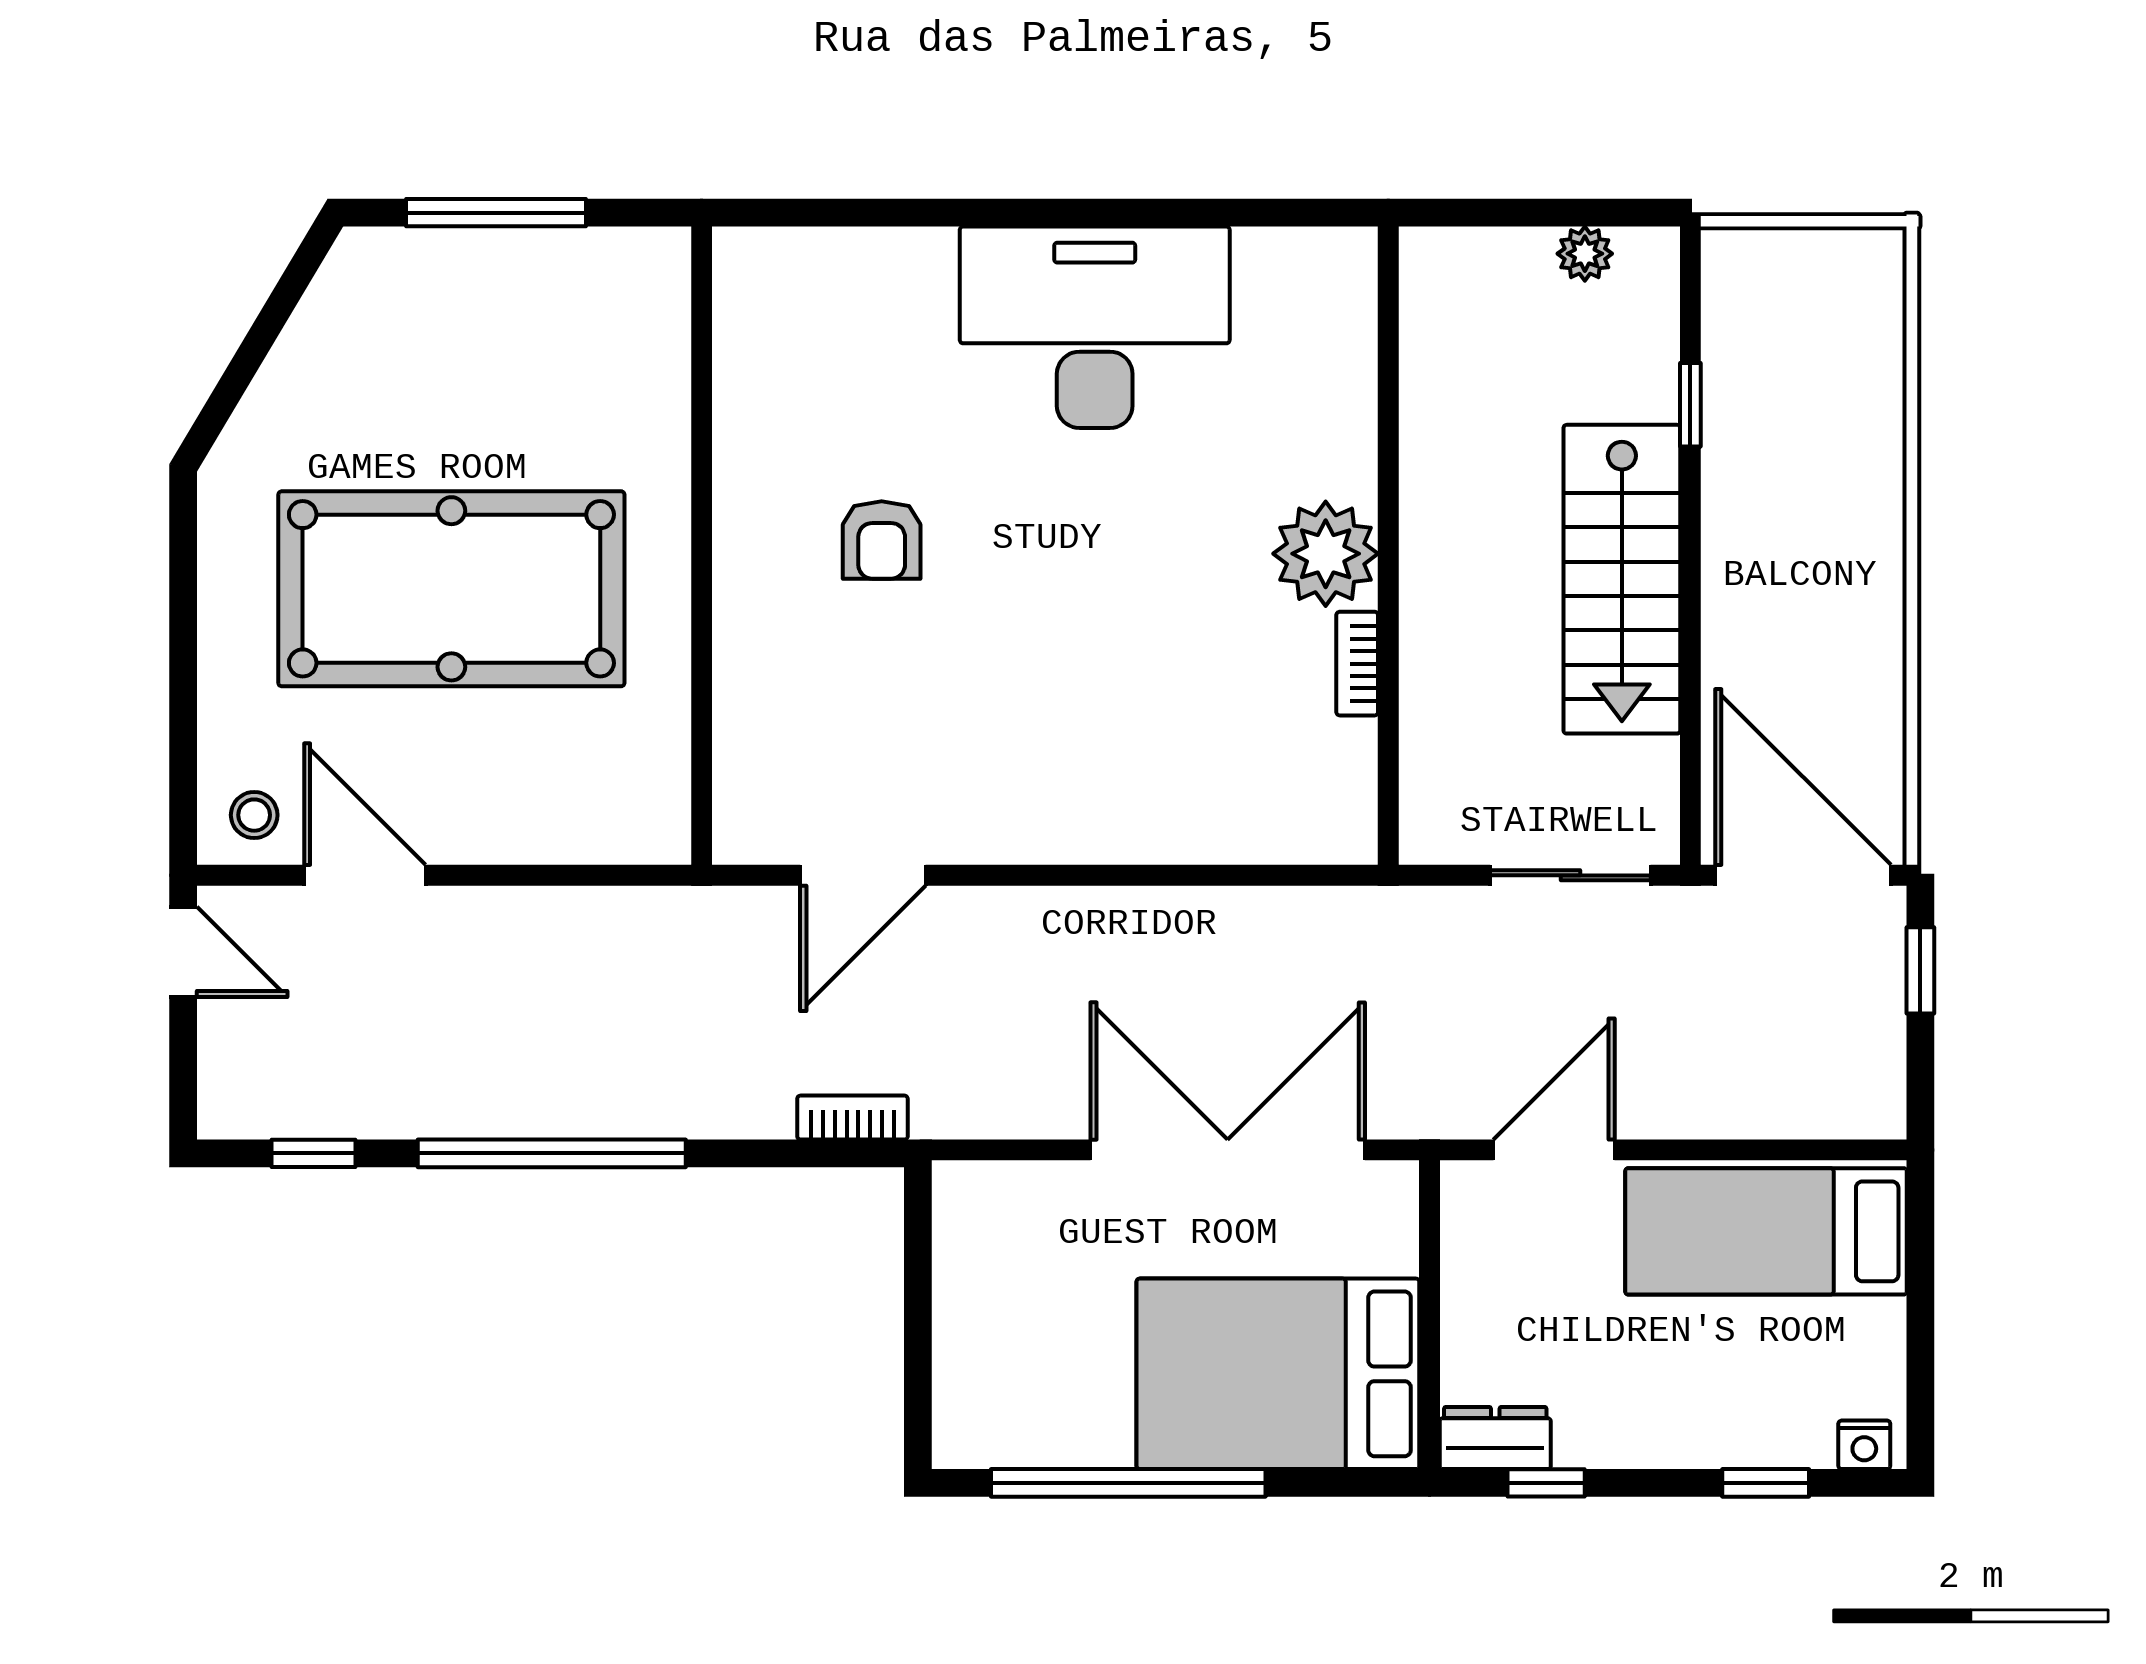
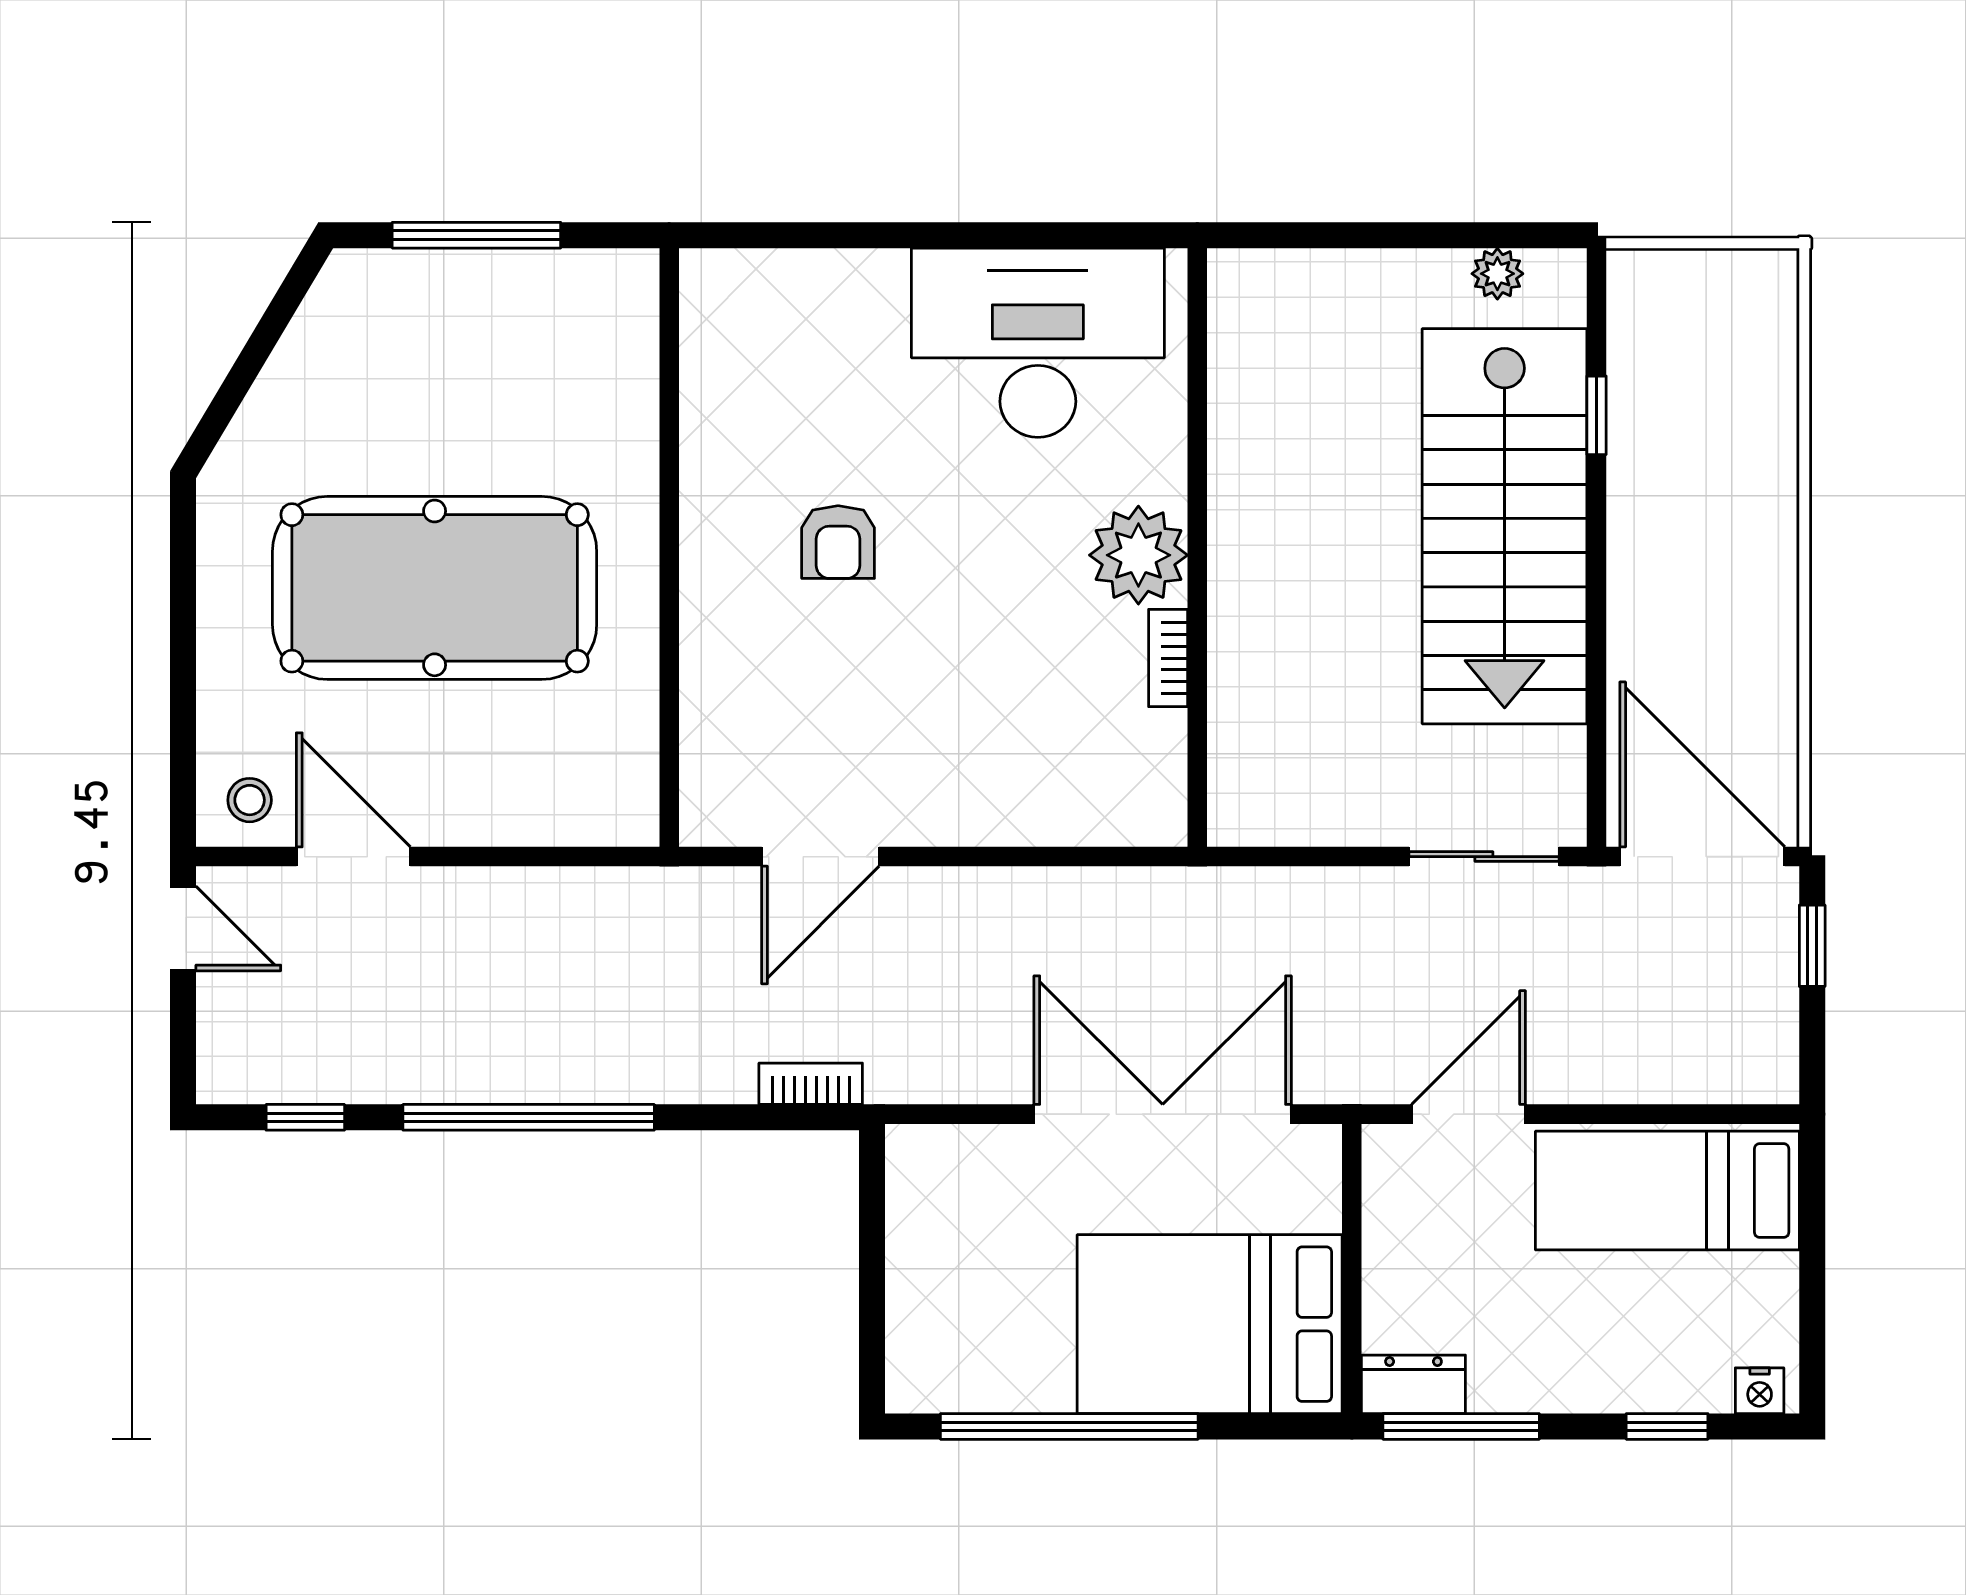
wall: (1388, 546) -> (1197, 547), moved
plant: (1326, 554) -> (1138, 555), moved
stairs: (1622, 579) -> (1505, 526), width x1.36, depth x1.51
bookcase: (1357, 664) -> (1168, 658), moved
window: (1546, 1483) -> (1461, 1426), width x2.17

